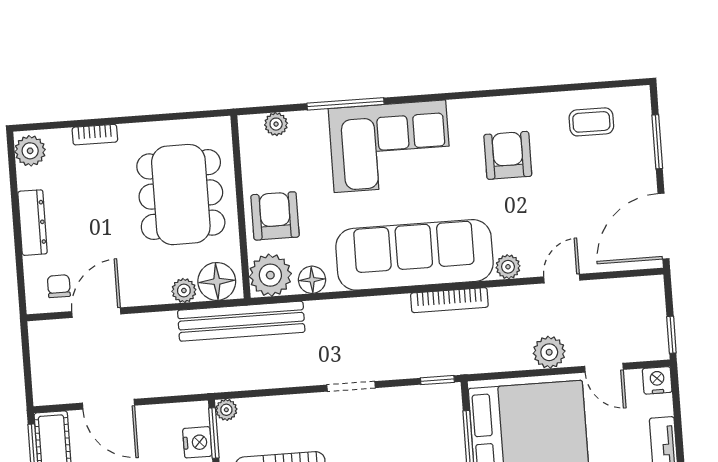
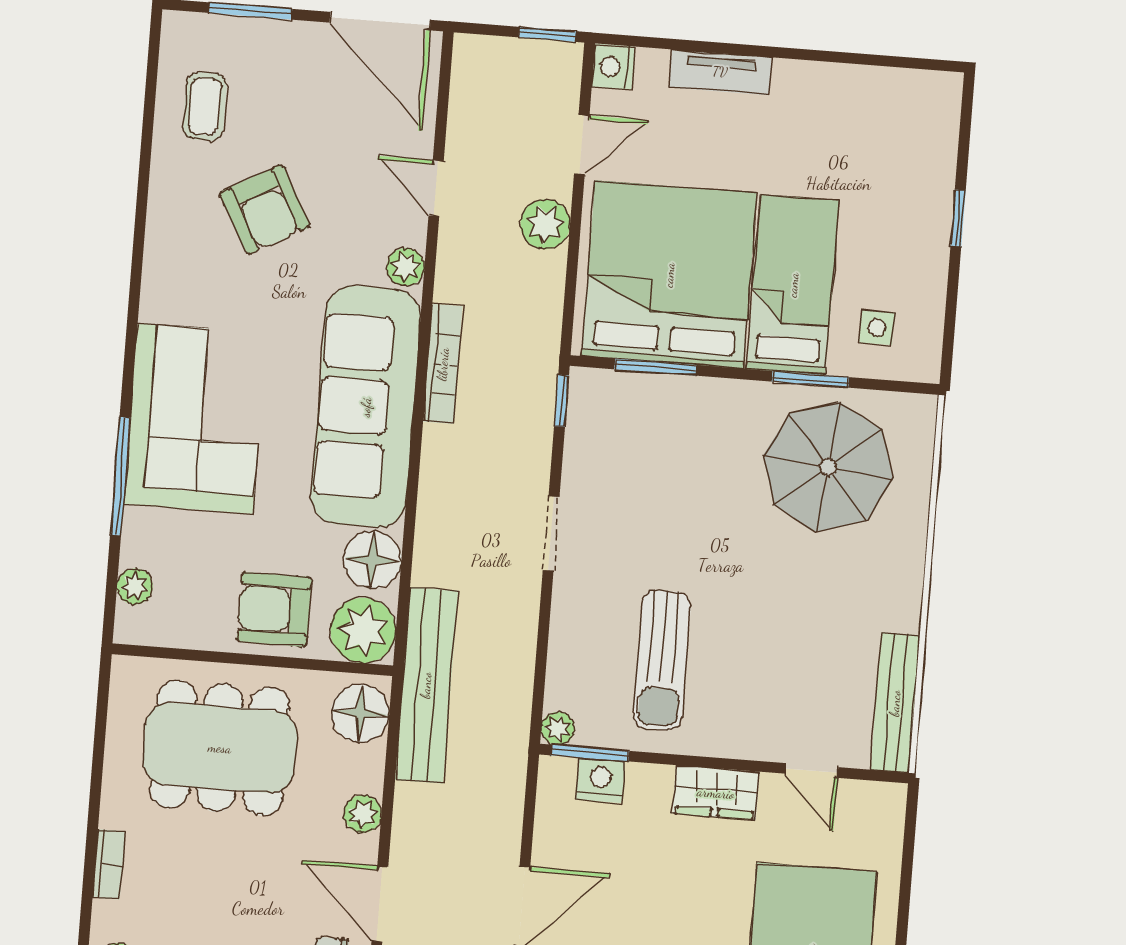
armchair: (508, 155) -> (265, 210), moved, turned -119
floor lamp: (312, 280) -> (373, 560), width x1.38, depth x1.38
plant: (184, 291) -> (363, 814), moved

